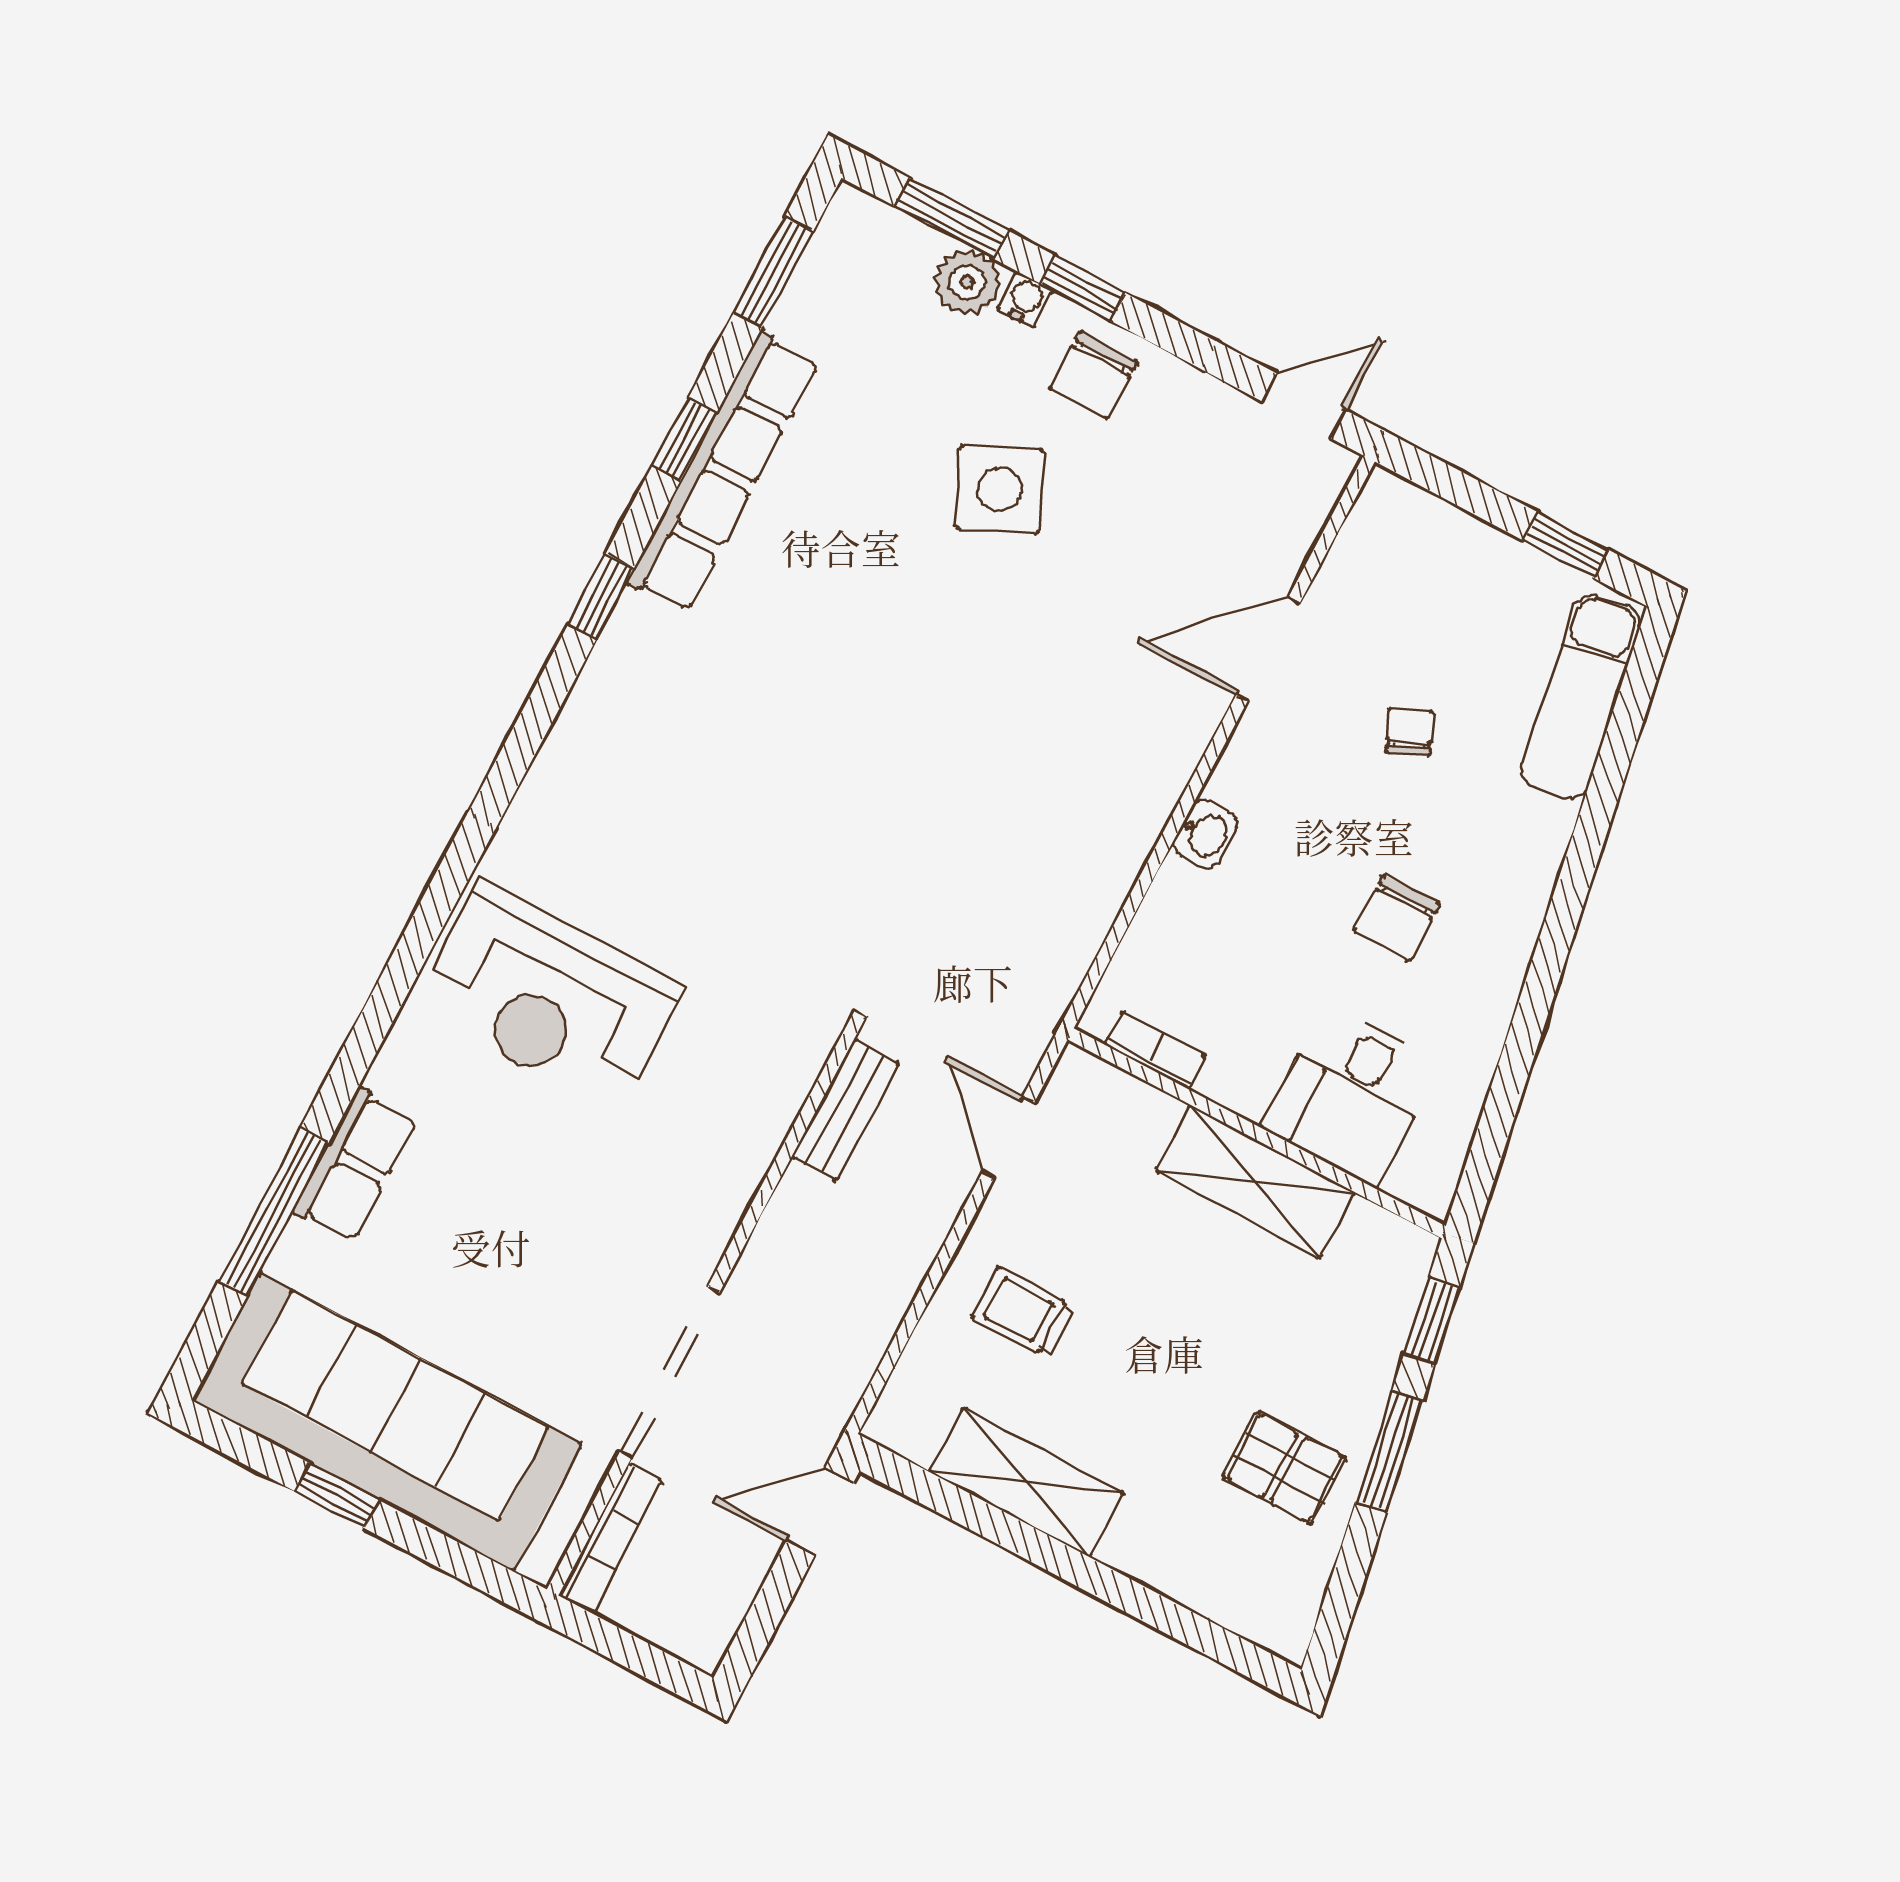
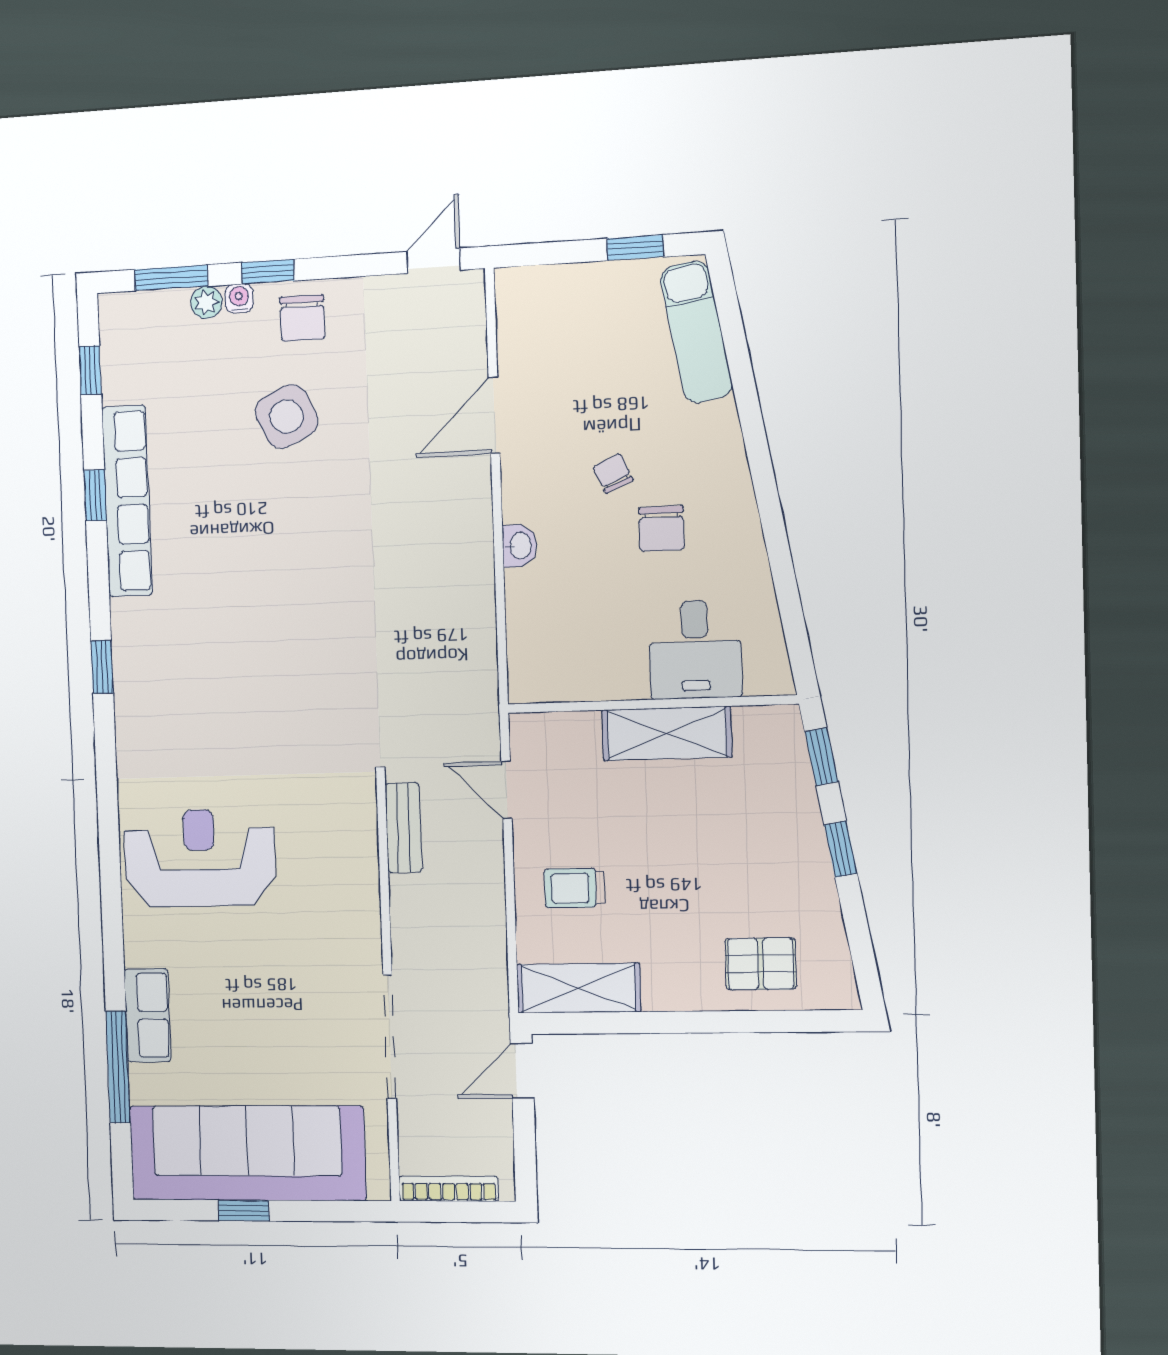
window: (773, 272) -> (90, 370), width x0.67
plant: (967, 282) -> (206, 302), width x0.73, depth x0.73
window: (601, 596) -> (102, 667), moved
chair: (1410, 732) -> (613, 474), moved
reception desk: (549, 996) -> (200, 858), turned 180
bookcase: (1155, 1050) -> (563, 690), removed
window: (1389, 1451) -> (841, 849), width x0.67
pallet: (1284, 1468) -> (761, 964), moved
shelving: (1026, 1482) -> (578, 988), moved
bookcase: (610, 1538) -> (449, 1189), moved, turned -90

